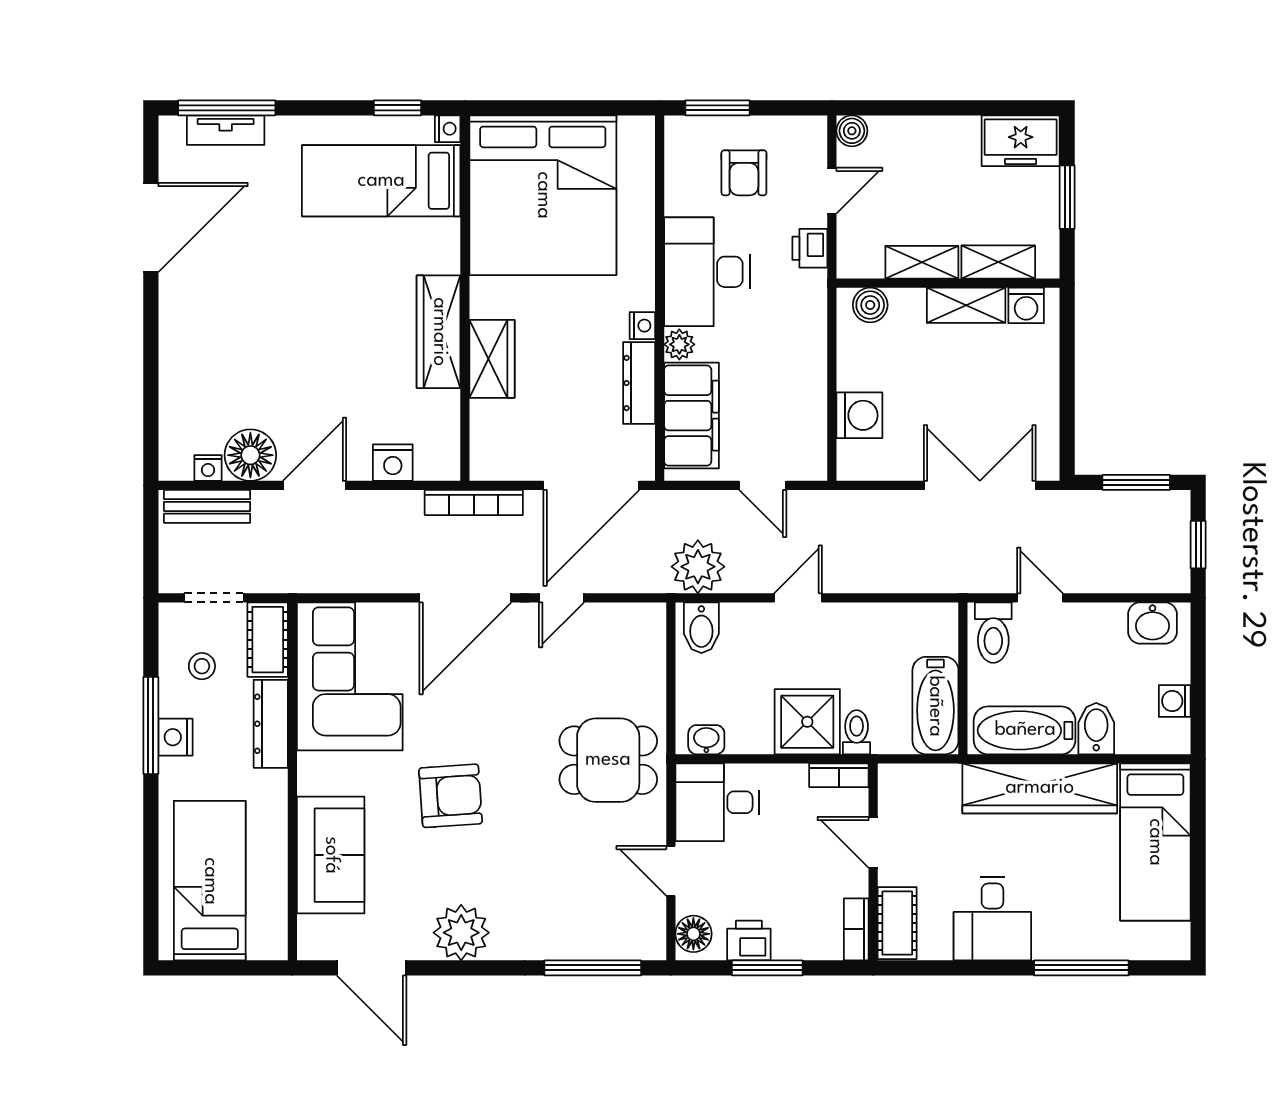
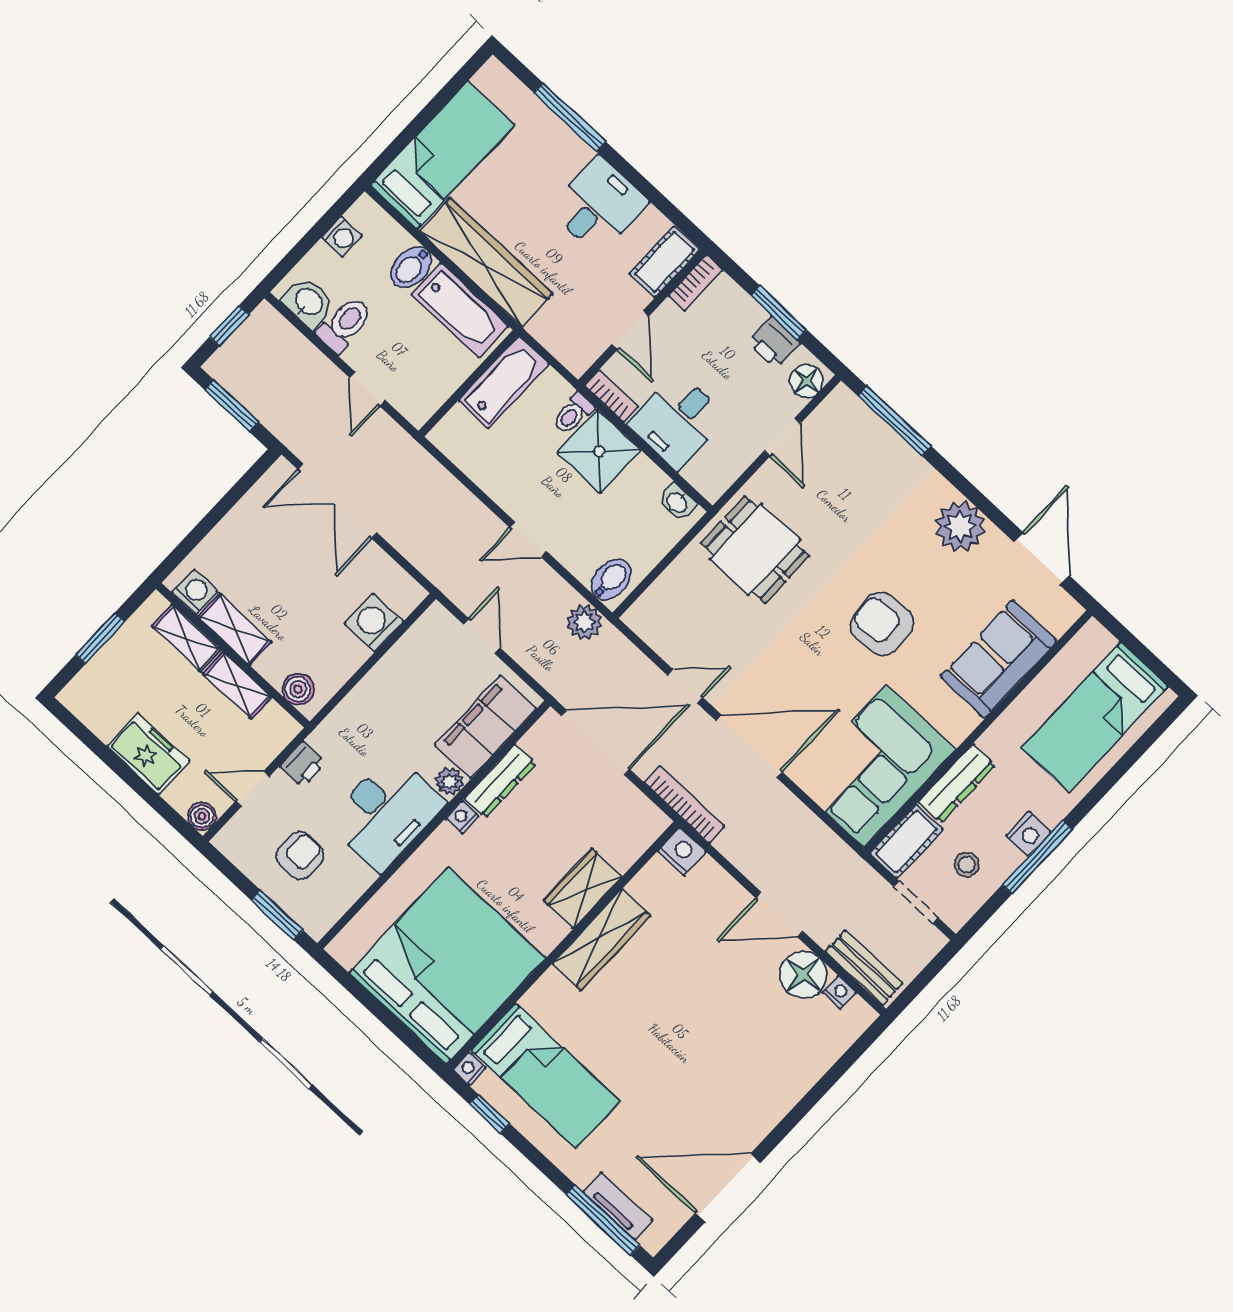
freezer: (1021, 141) -> (148, 754), moved
nightstand: (393, 463) -> (682, 852), moved
plant: (698, 567) -> (584, 622), width x0.73, depth x0.73
toilet: (993, 633) -> (345, 324), moved
desk: (717, 802) -> (678, 421), moved, turned 90

